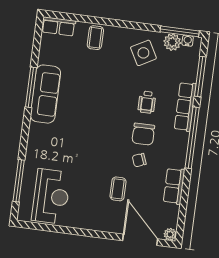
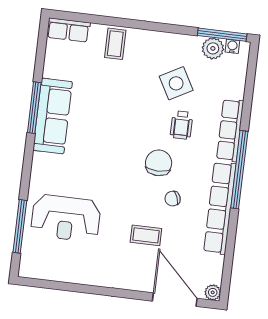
side table: (143, 53) -> (176, 83), moved
window: (200, 76) -> (249, 92), removed
chair: (143, 134) -> (159, 163), moved, turned 180
row of seats: (174, 186) -> (220, 208), width x2.02
coffee table: (118, 189) -> (146, 235), turned 90
reception desk: (51, 196) -> (66, 218), moved, turned 90

